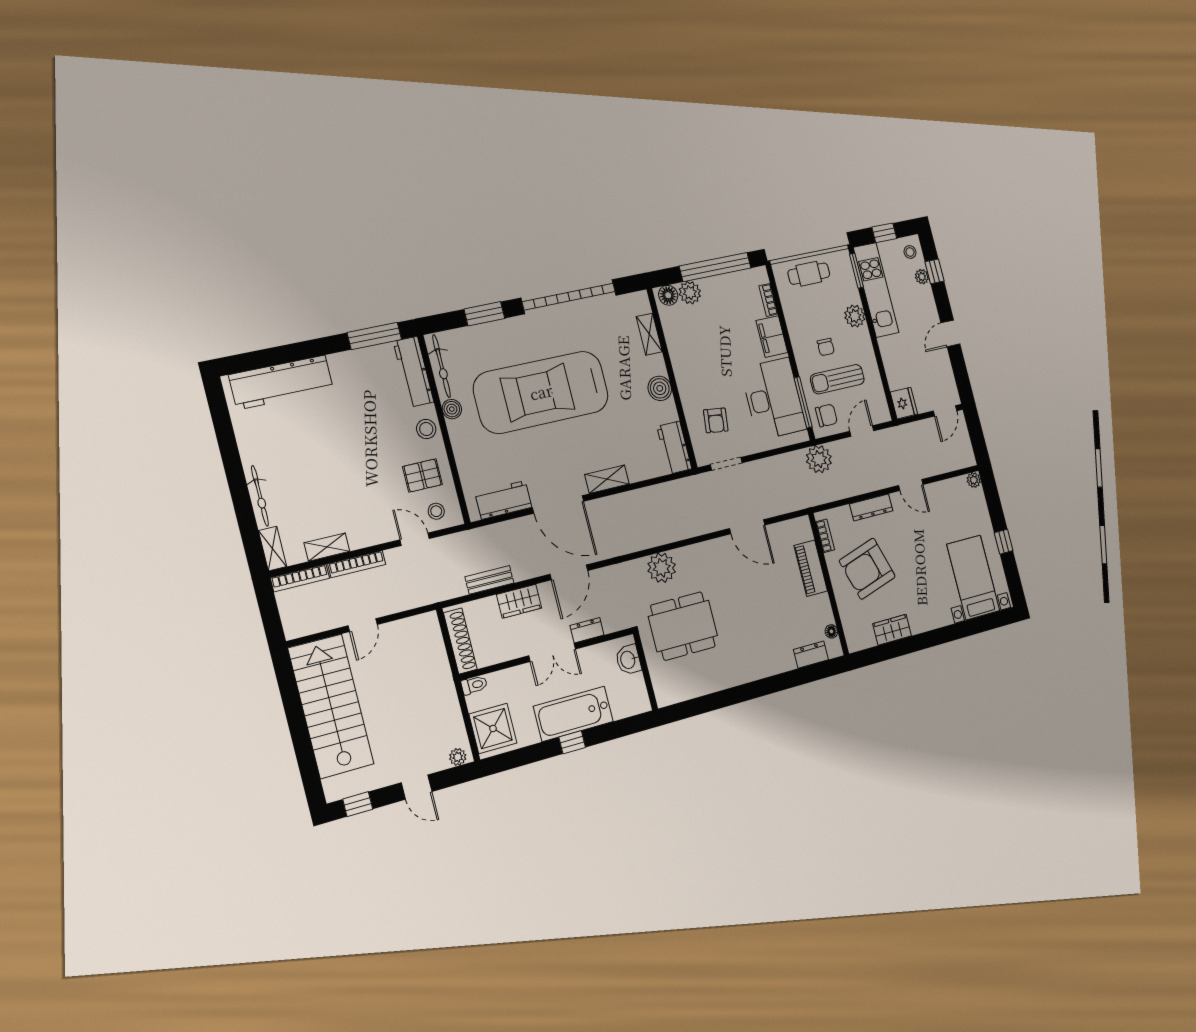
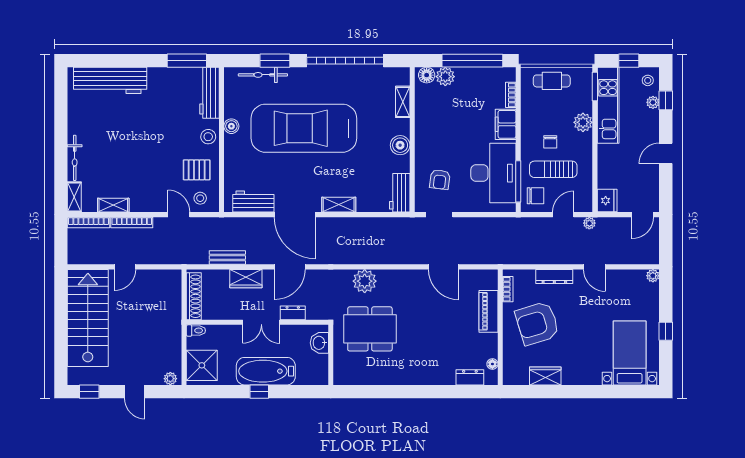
bicycle: (441, 366) -> (263, 75), moved, turned 90
plant: (819, 459) -> (589, 223), moved, width x0.53, depth x0.53

